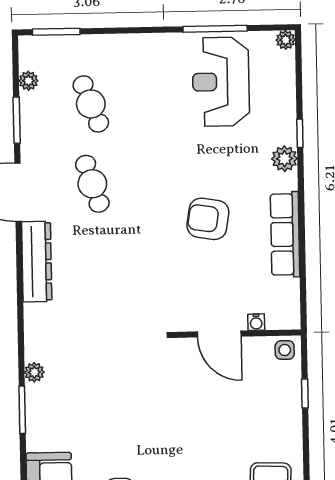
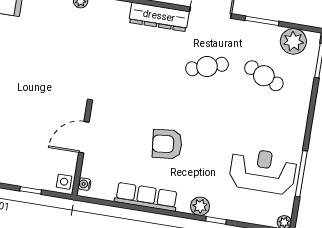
plant: (28, 81) -> (293, 41), width x1.88, depth x1.88
cafe table: (91, 104) -> (264, 76), turned 45
armchair: (208, 219) -> (167, 144), turned -105
water cooler: (256, 322) -> (84, 184), moved

